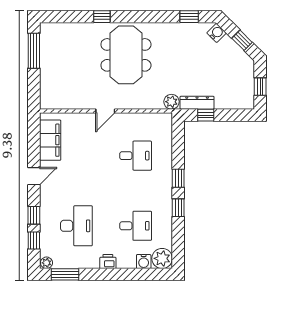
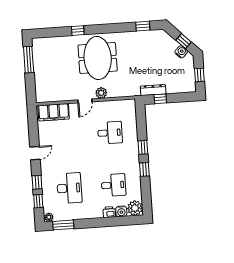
water cooler: (217, 33) -> (181, 52), moved
plant: (171, 102) -> (101, 93), moved
filing cabinet: (50, 140) -> (54, 112), moved, turned 90
printer: (108, 261) -> (109, 212), moved

